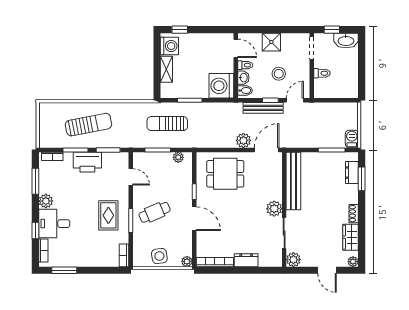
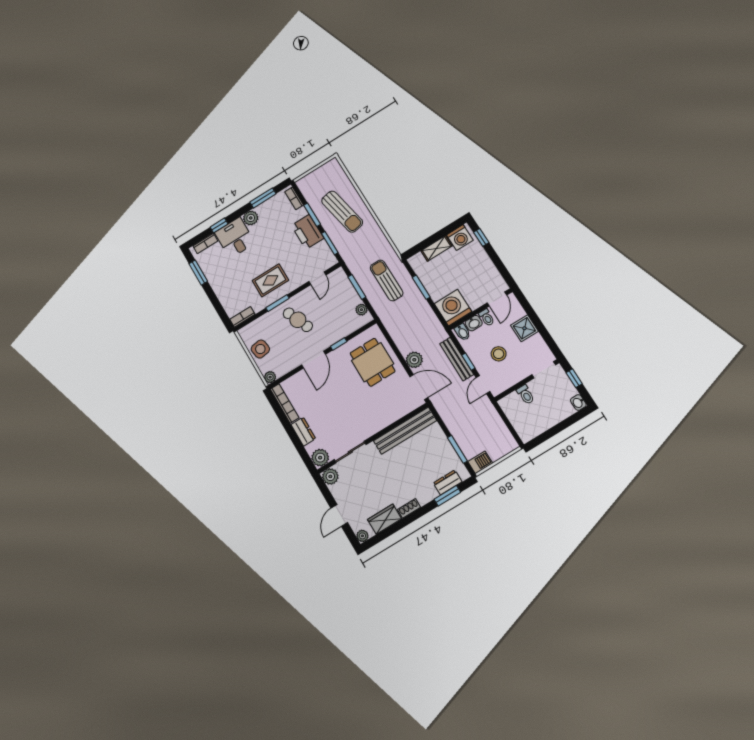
washbasin: (346, 41) -> (578, 402), width x0.52, depth x0.69
door: (295, 100) -> (483, 385), swing flipped
plant: (274, 209) -> (320, 458), moved

